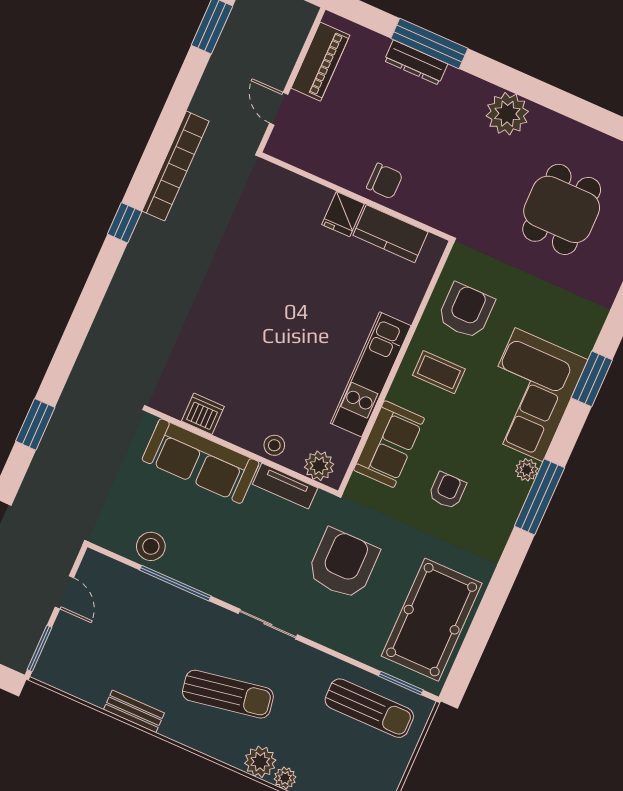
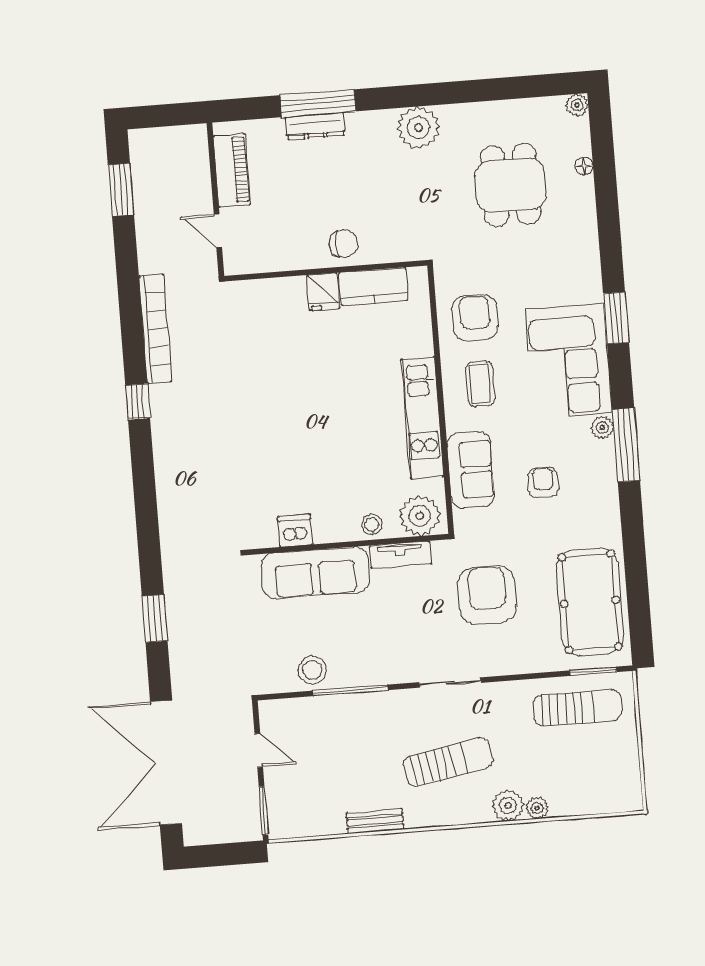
coffee table: (439, 372) -> (480, 384), turned 90
plant: (319, 466) -> (420, 516), width x1.36, depth x1.36

